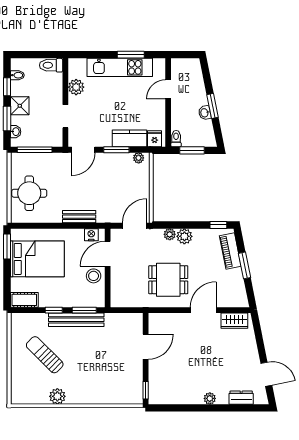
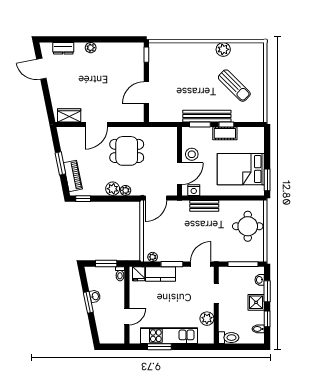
cot: (24, 300) -> (225, 133), moved

